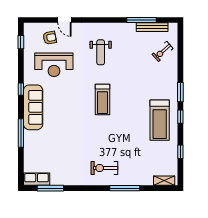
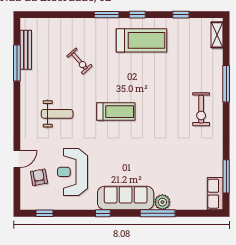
exercise bike: (163, 51) -> (79, 61), moved
reception desk: (54, 65) -> (73, 172), turned 180
plant: (30, 137) -> (162, 202), added

